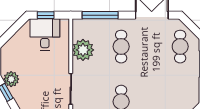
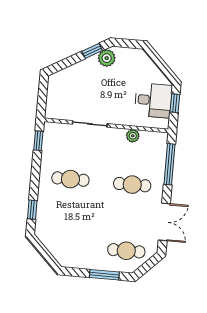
plant: (83, 50) -> (133, 136), width x0.53, depth x0.53

